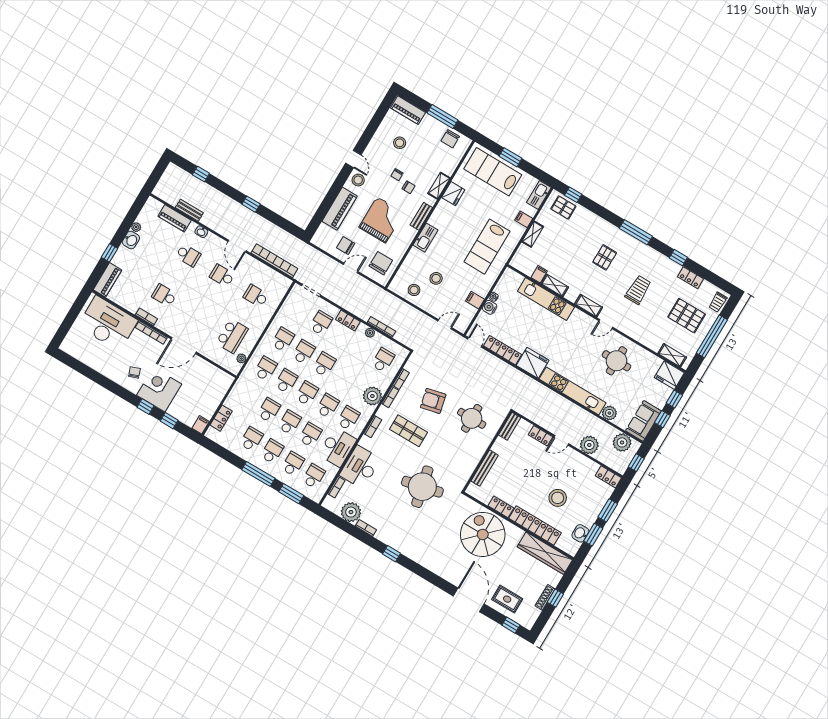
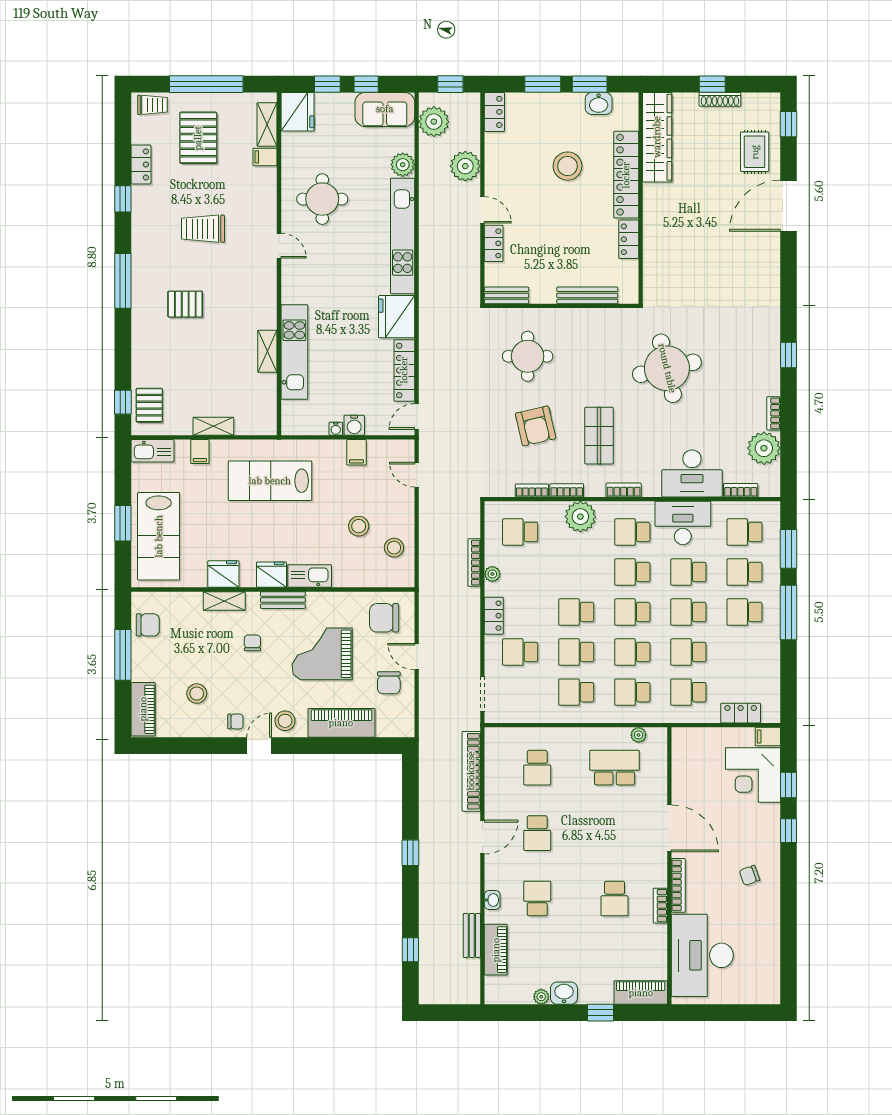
chair: (397, 175) -> (235, 721), moved
fridge: (438, 218) -> (271, 575), added
lab bench: (487, 247) -> (270, 481), turned 180
filing cabinet: (539, 274) -> (265, 157), moved
shelving: (589, 306) -> (267, 286), removed
corner desk: (159, 390) -> (753, 775), moved
school desk: (251, 439) -> (688, 692), moved
spiral stairs: (483, 534) -> (683, 242), removed

